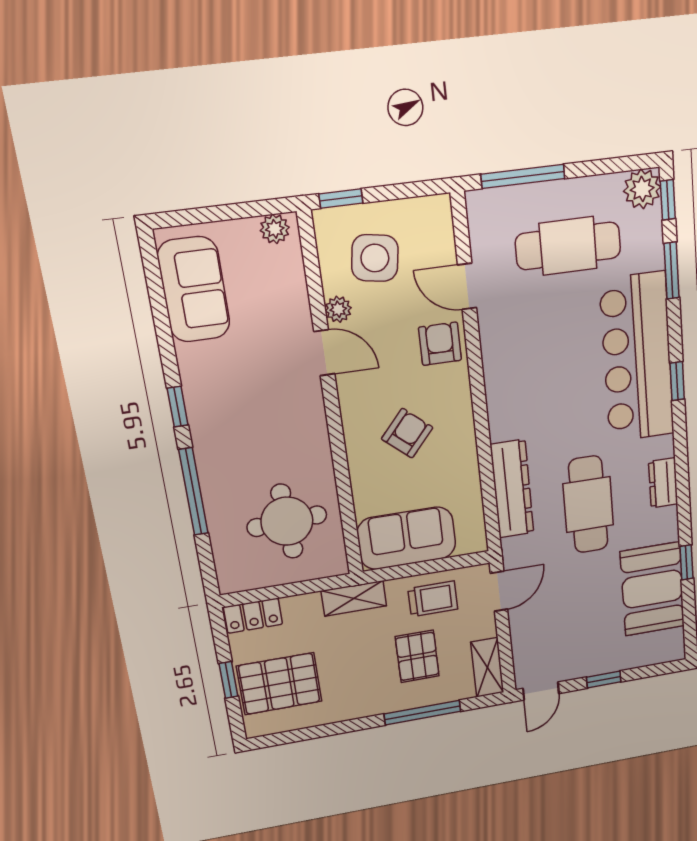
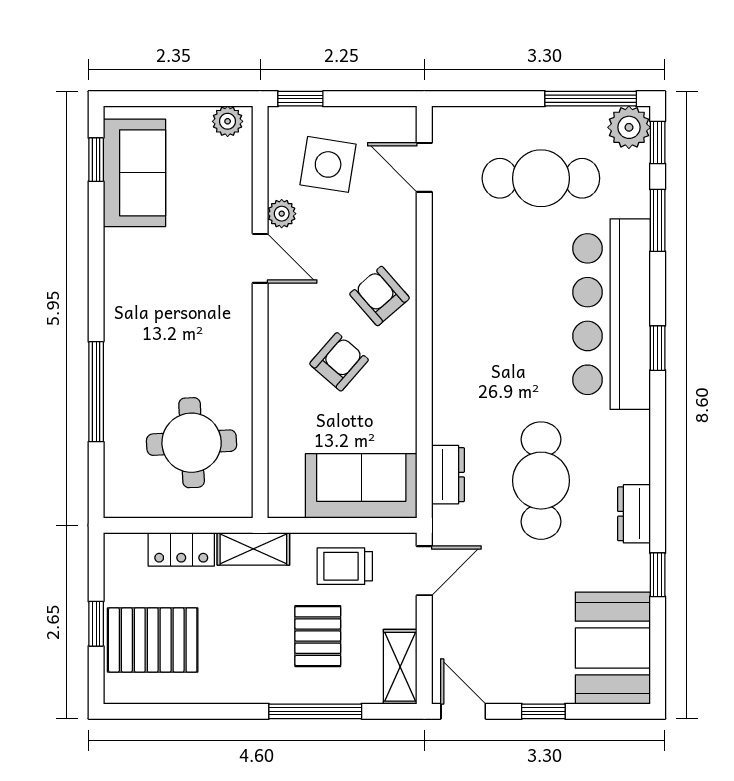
window: (523, 176) -> (591, 99), moved
door: (467, 286) -> (424, 167), moved
armchair: (440, 344) -> (380, 296), moved, turned -41
window: (178, 407) -> (96, 160), moved
dresser: (663, 483) -> (634, 514), moved
dresser: (512, 489) -> (448, 475), width x0.51, depth x0.80
sofa: (407, 538) -> (361, 486), moved
booth: (653, 589) -> (613, 648), moved
trolley: (433, 599) -> (345, 566), turned 180
locker: (253, 616) -> (181, 549), moved
door: (541, 691) -> (463, 711), swing flipped

